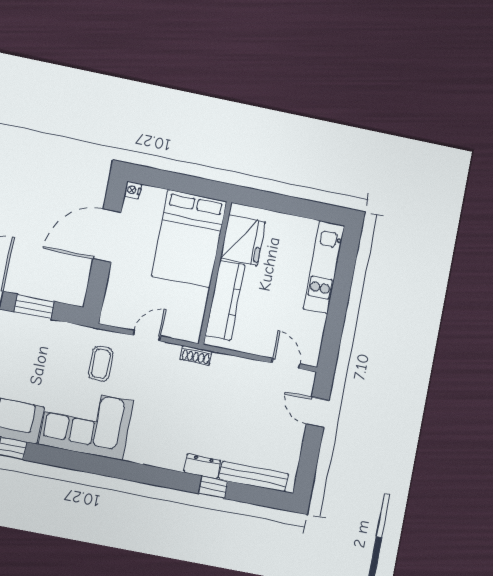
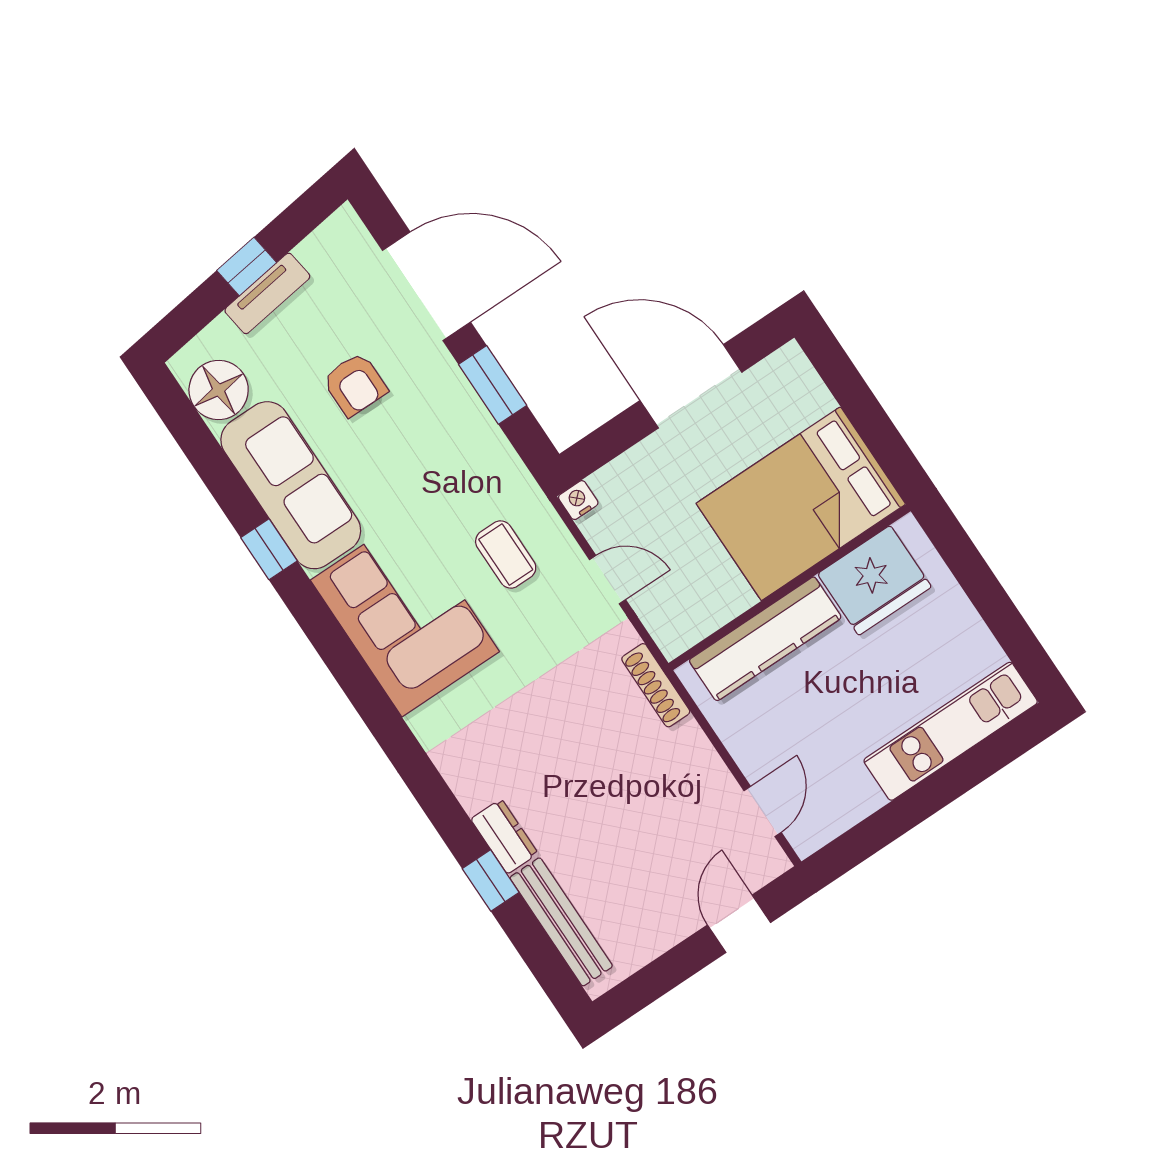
nightstand: (133, 190) -> (578, 500), moved
shoe rack: (196, 355) -> (656, 685), width x1.43
coffee table: (101, 364) -> (506, 554), turned 90

